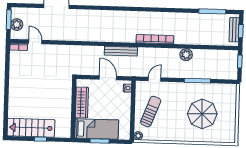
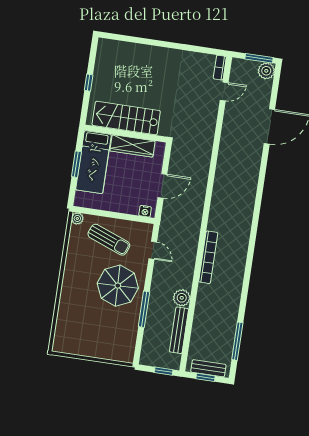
plant: (17, 25) -> (266, 71), moved
bench: (121, 51) -> (179, 330), moved
parasol: (202, 114) -> (118, 286), moved
stairs: (31, 128) -> (126, 118), moved, turned -90

